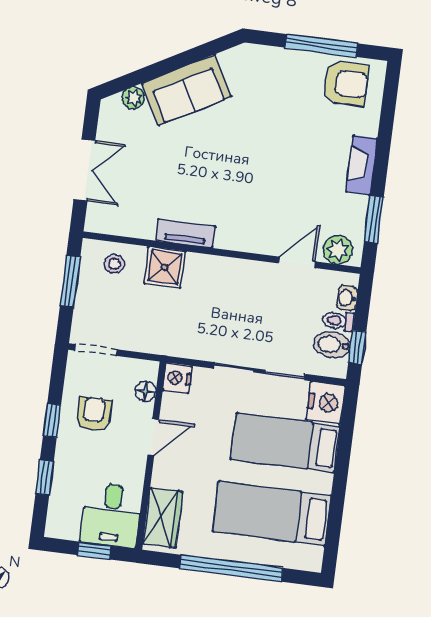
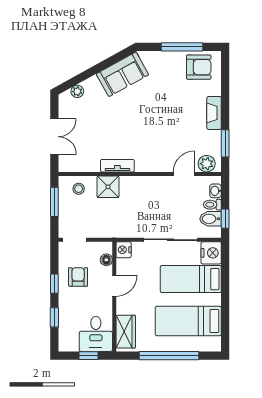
sofa: (186, 90) -> (122, 74), moved

